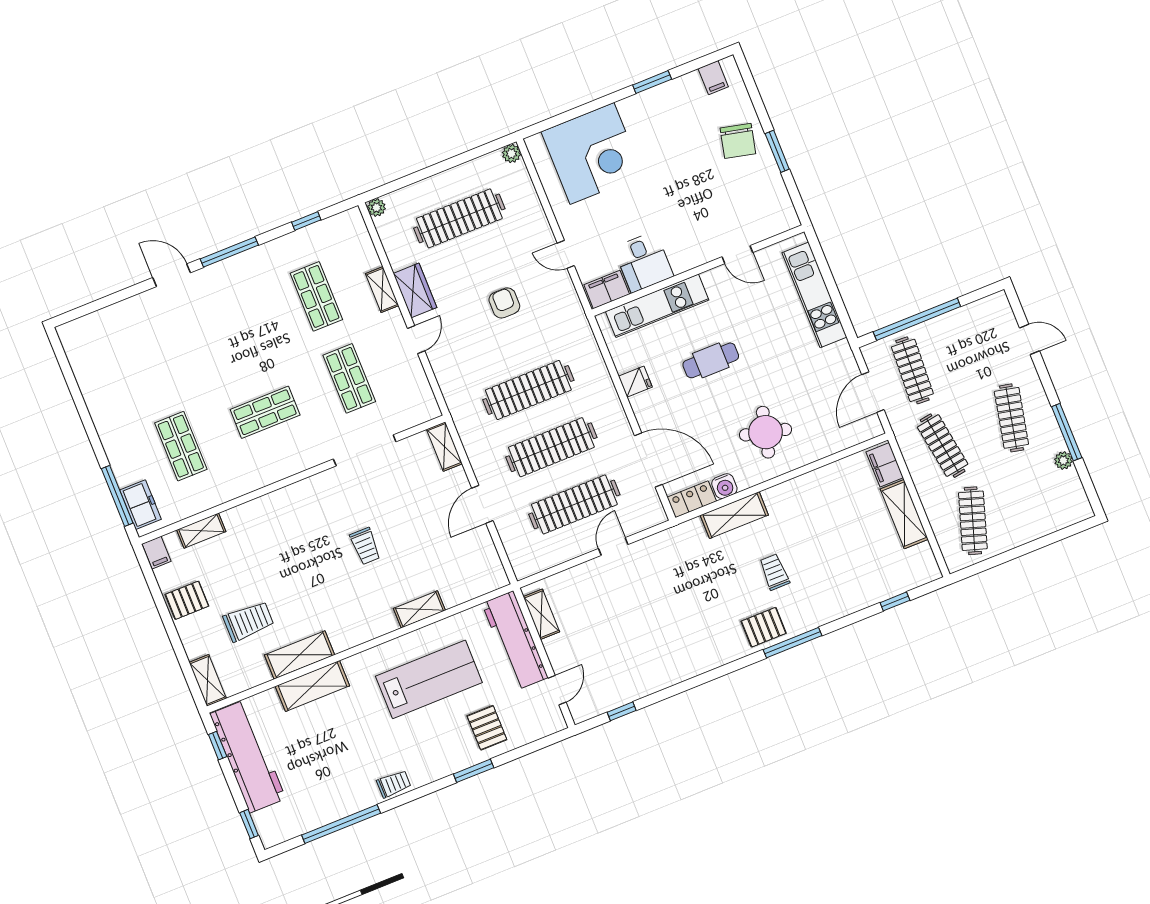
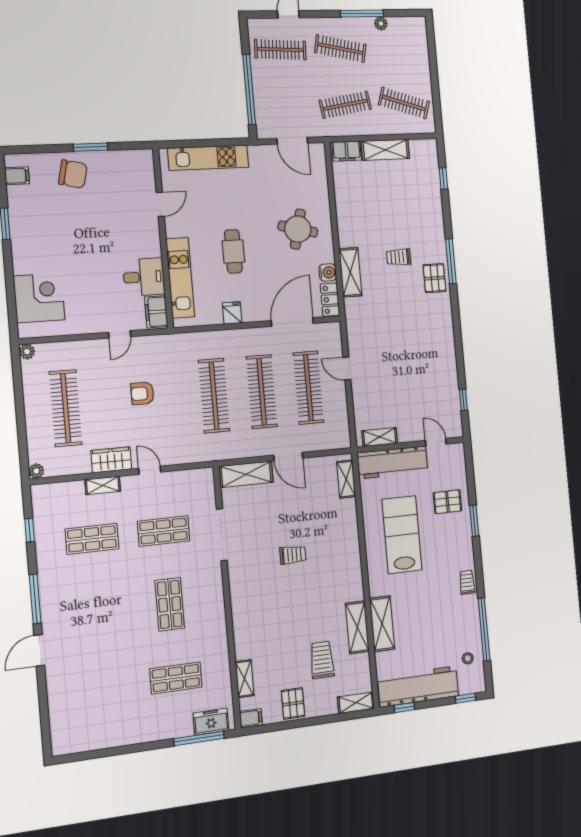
corner desk: (592, 153) -> (39, 298), width x0.74, depth x0.74
clothes rail: (912, 370) -> (280, 50), moved
shelving: (444, 447) -> (246, 474), width x1.50, depth x1.33
shelving: (419, 609) -> (346, 479), moved
stool: (299, 812) -> (468, 658), added

